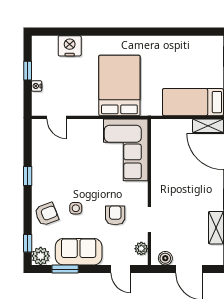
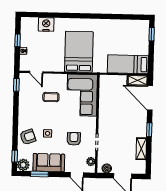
coffee table: (79, 154) -> (51, 97), added
window: (28, 176) -> (16, 85), moved

